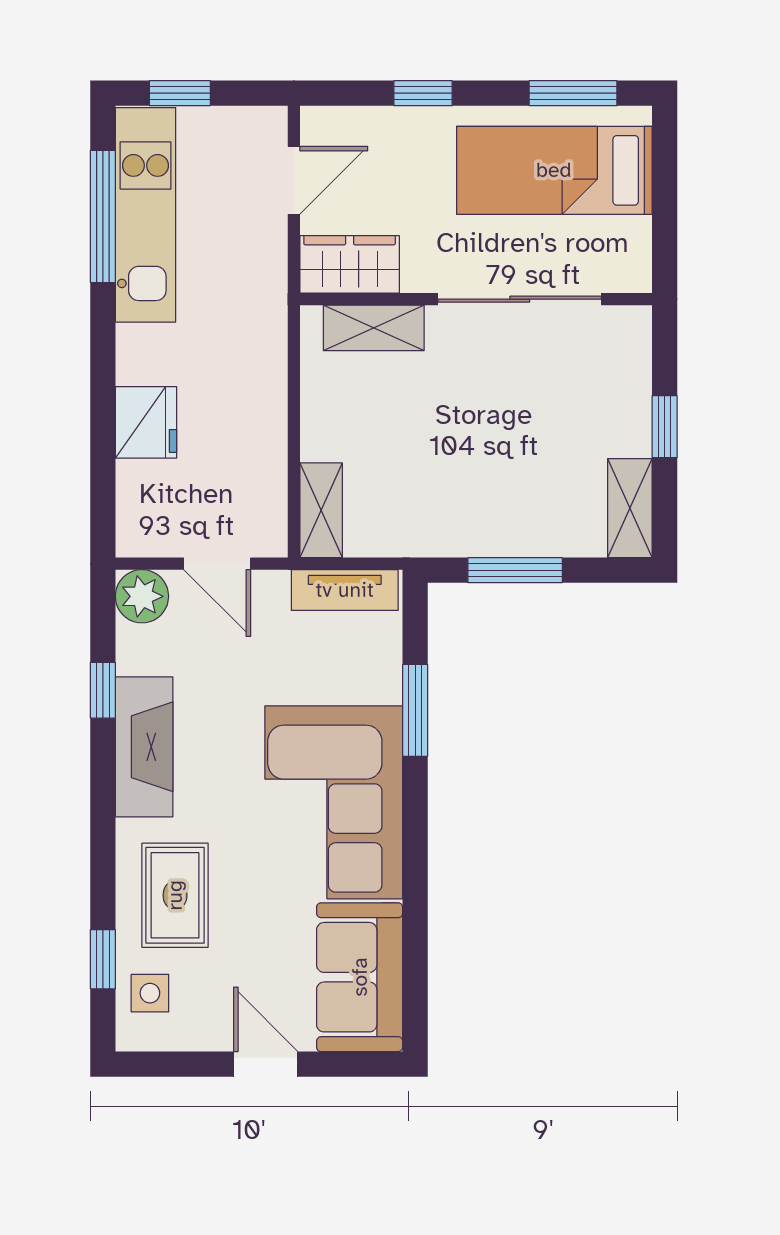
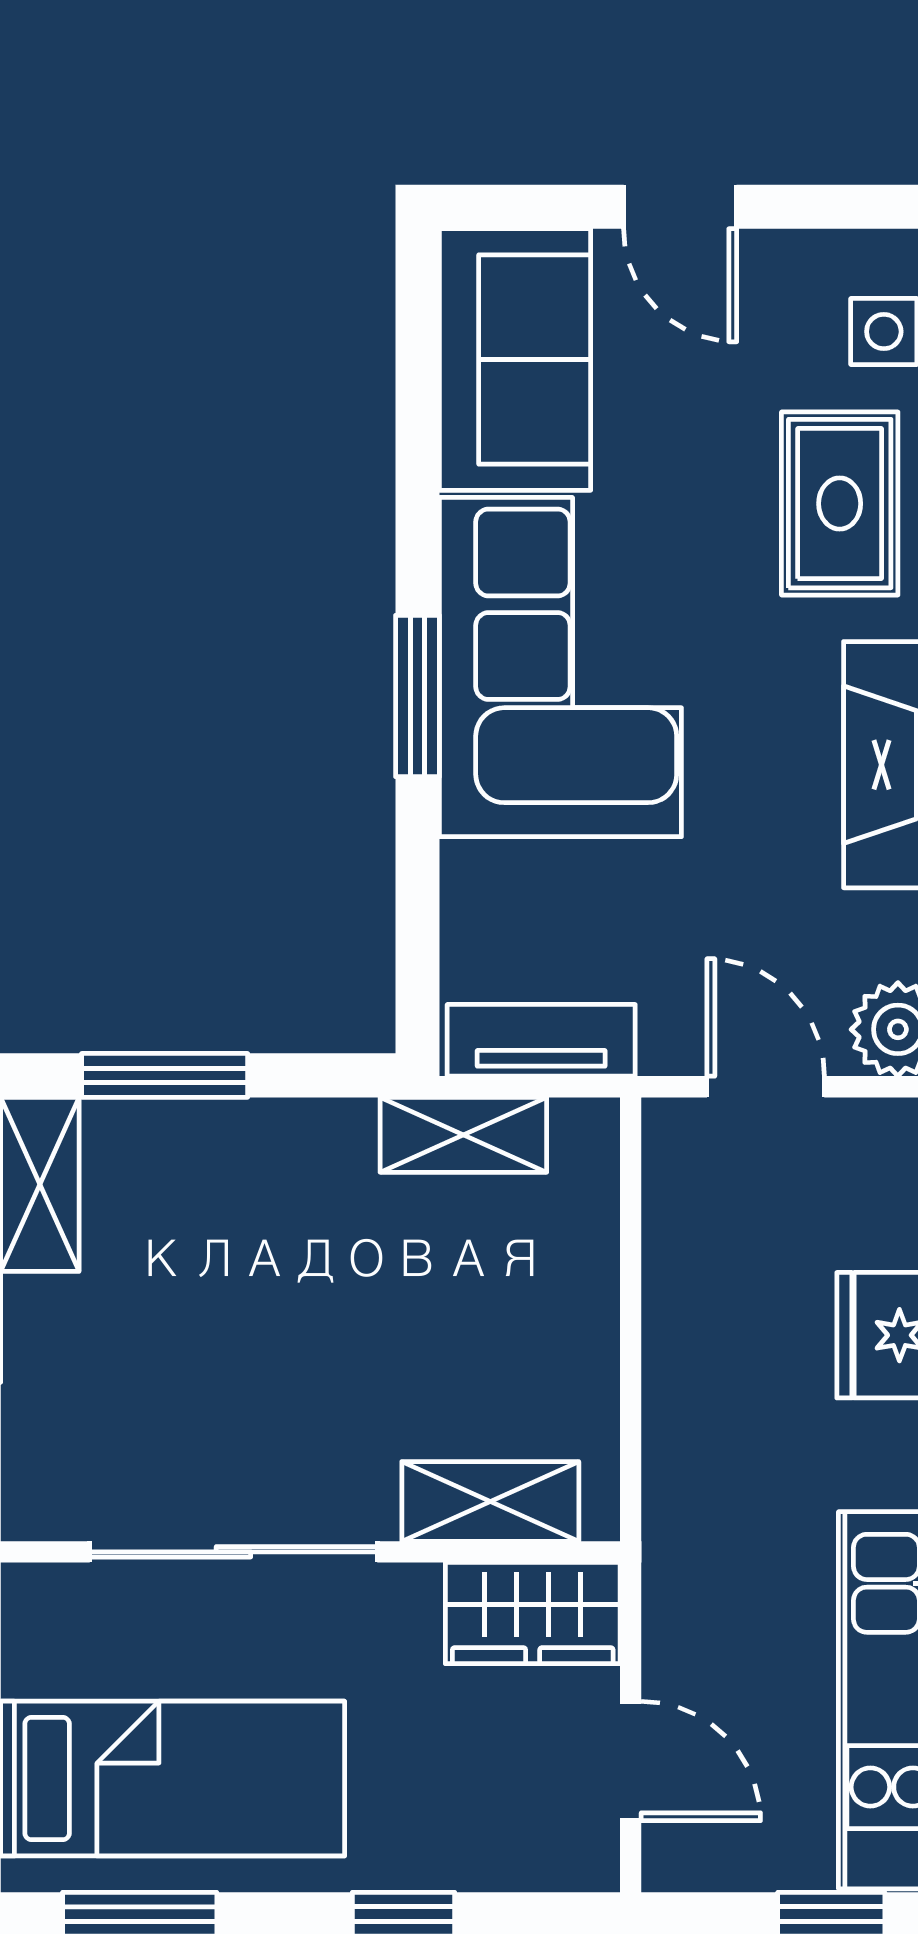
door: (294, 180) -> (631, 1761), swing flipped
shelving: (321, 510) -> (463, 1135), moved, turned 90
window: (515, 570) -> (165, 1075), moved
window: (415, 710) -> (417, 696), moved

